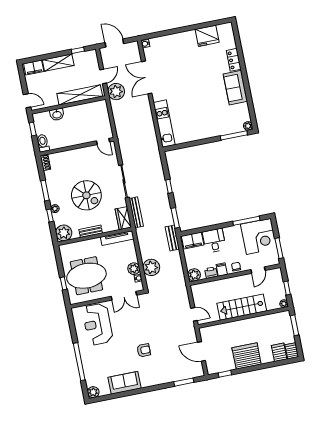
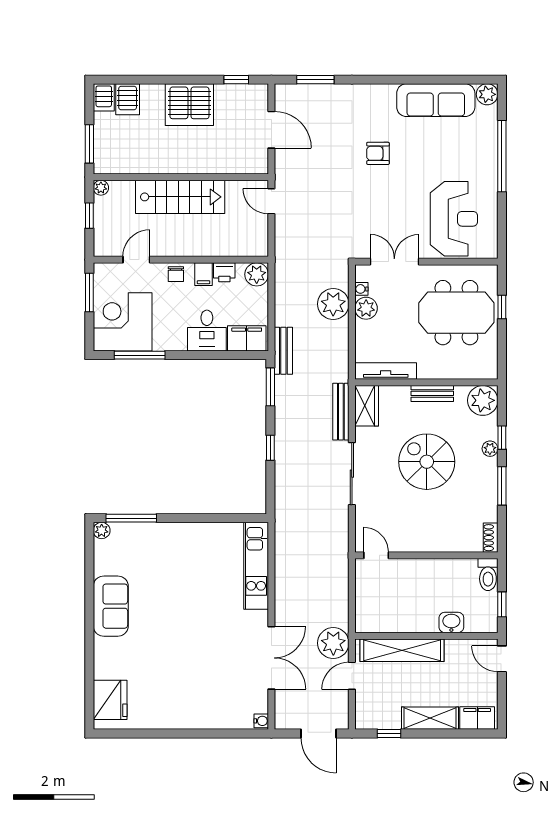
fridge: (207, 36) -> (110, 700), moved, turned 90
locker: (234, 60) -> (104, 658), removed
sofa: (125, 383) -> (436, 100), width x1.36

